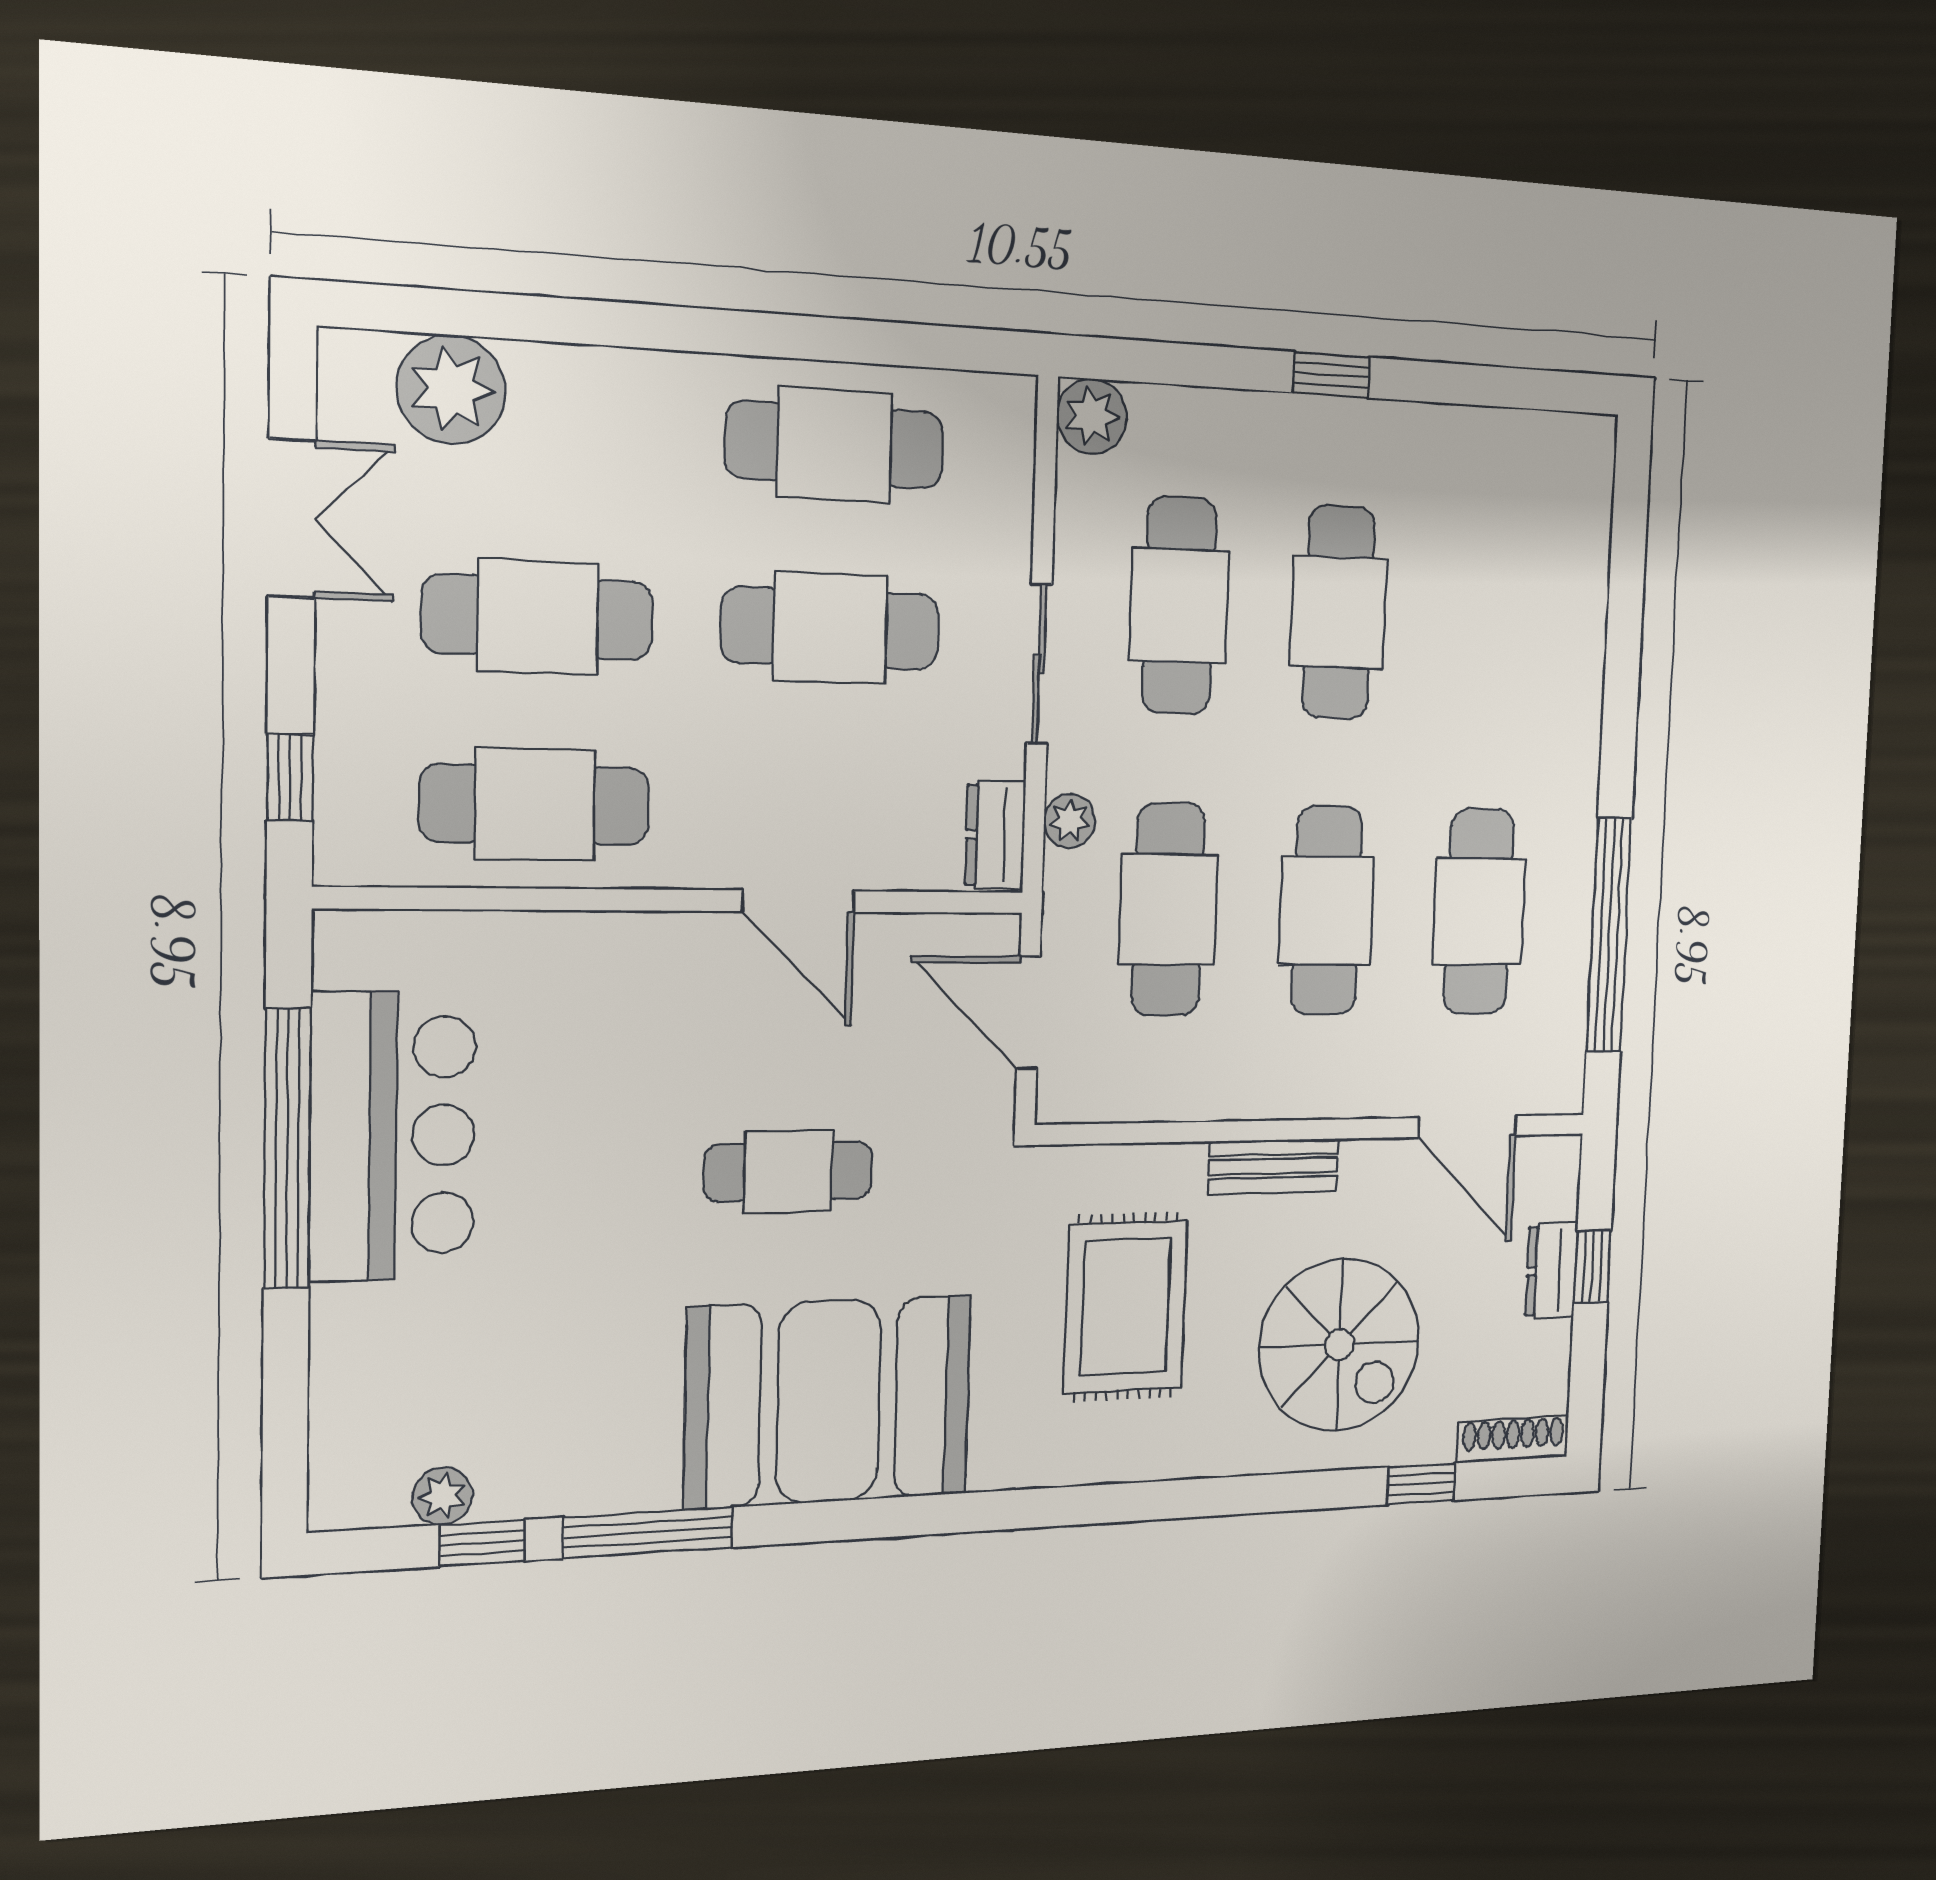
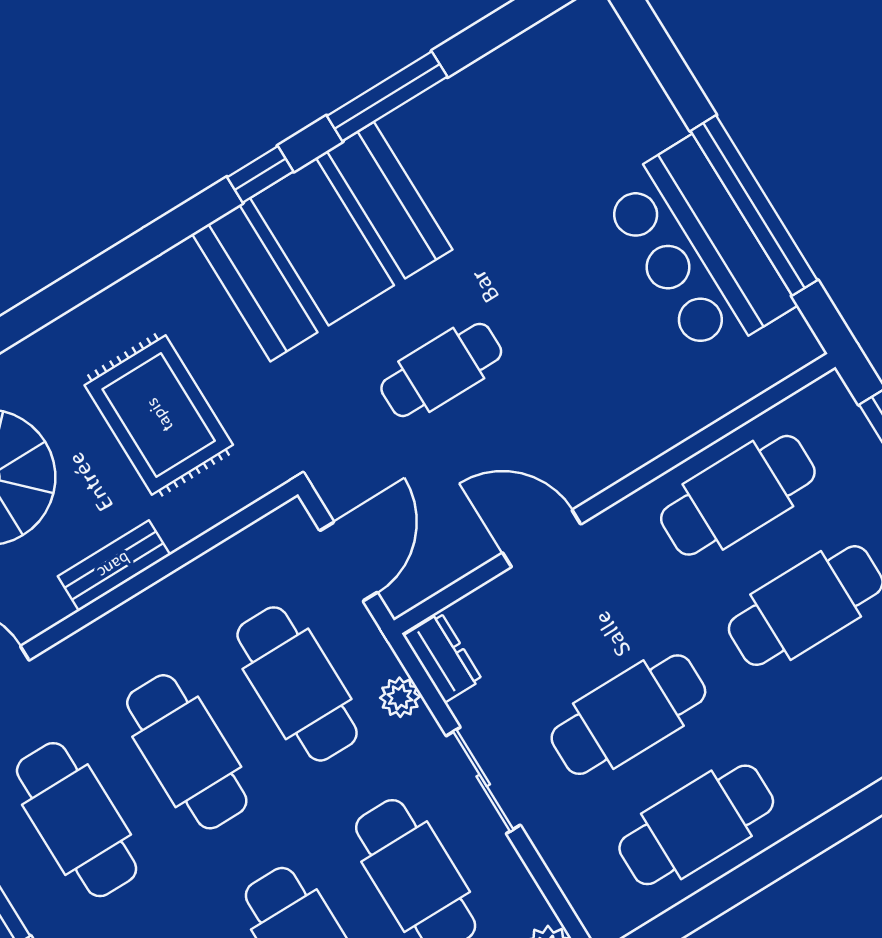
door: (1028, 1013) -> (349, 561), hinge flipped
plant: (442, 1496) -> (531, 49), removed
window: (482, 1543) -> (260, 174), moved

